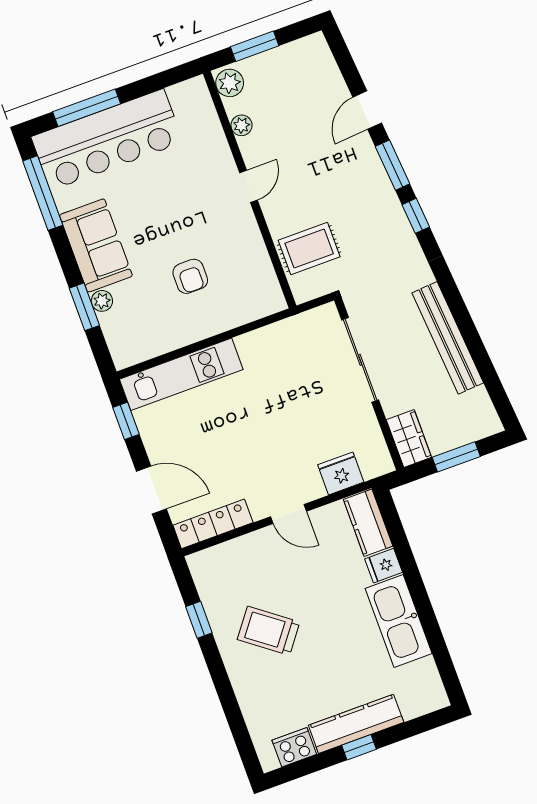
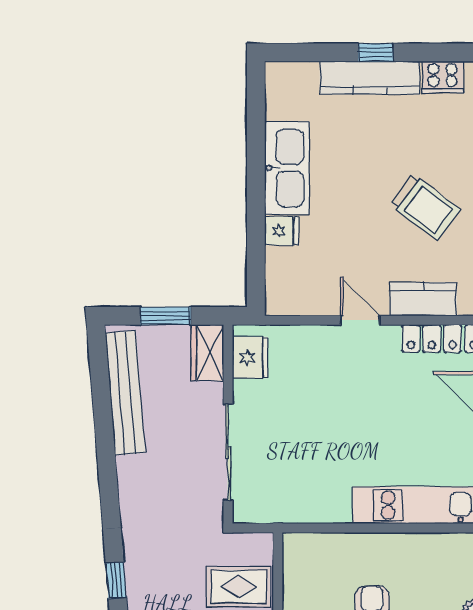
bench: (448, 338) -> (125, 393), moved
fridge: (341, 473) -> (250, 358), moved, turned -90
kitchen counter: (368, 523) -> (423, 299), moved, turned -90

